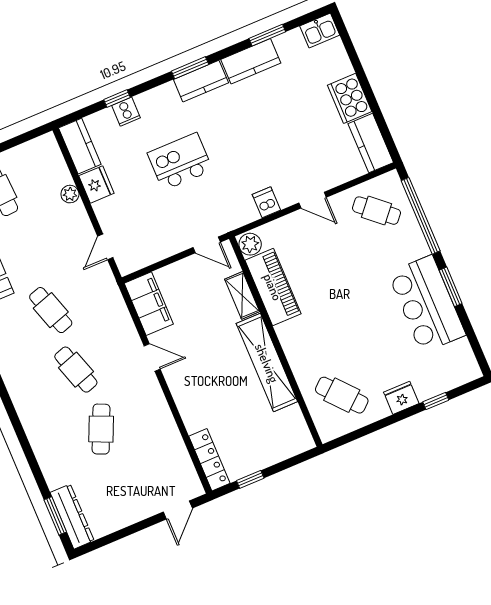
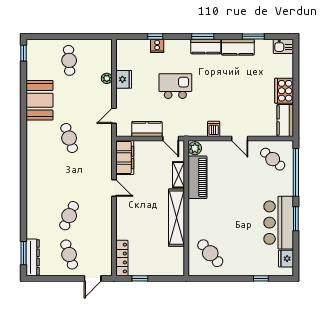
kitchen counter: (80, 146) -> (147, 129), moved, turned -90
cafe table: (76, 370) -> (69, 255), moved
fridge: (401, 398) -> (286, 259), moved, turned -90

